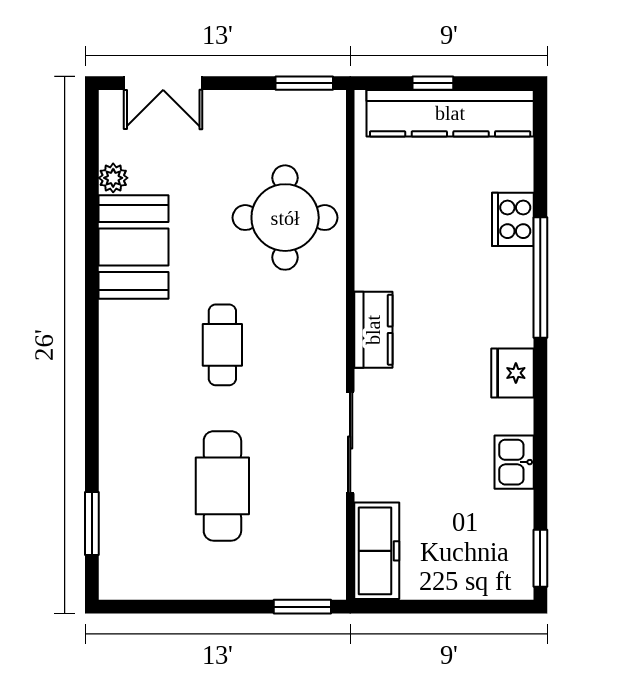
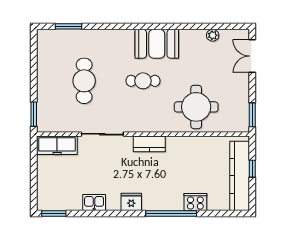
booth: (133, 247) -> (157, 44), moved
cafe table: (222, 486) -> (84, 81), turned 90

